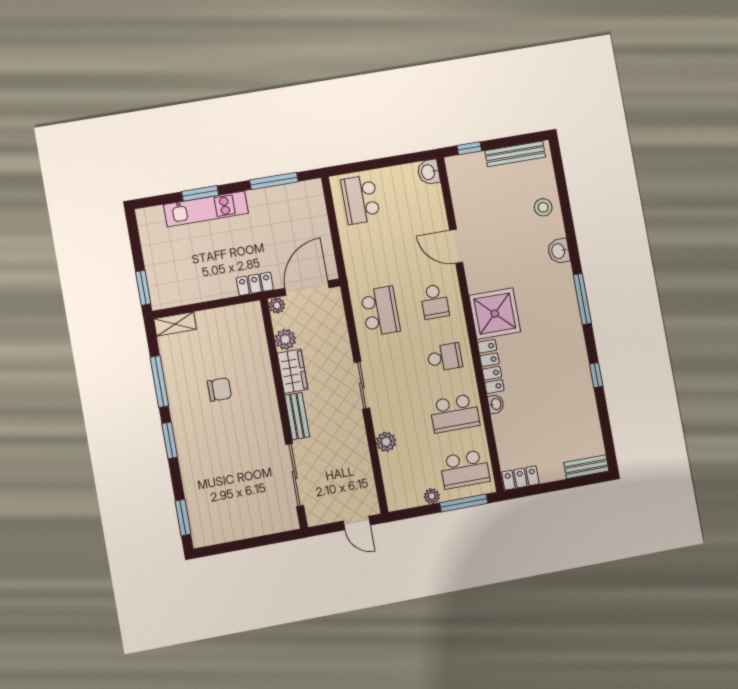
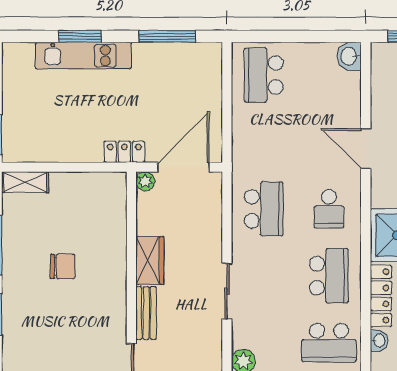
plant: (285, 339) -> (148, 222), removed
school desk: (445, 357) -> (329, 276), width x1.85

